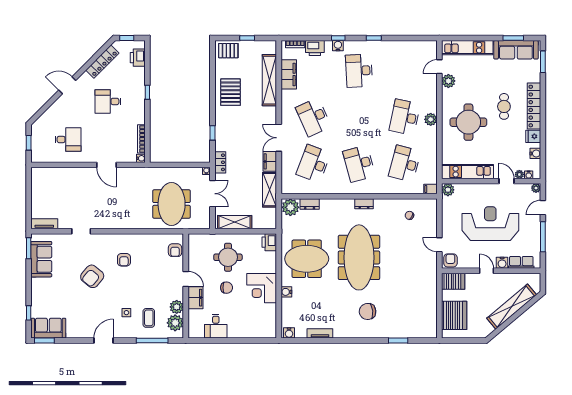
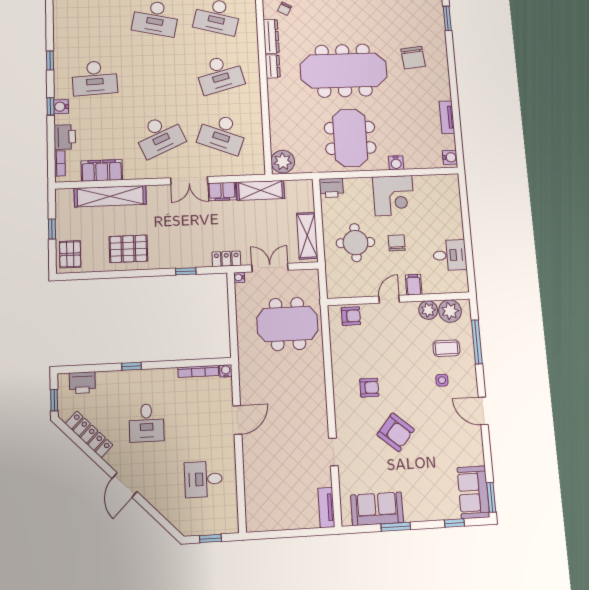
desk: (68, 139) -> (203, 479), turned -90
dresser: (310, 204) -> (271, 36), moved, width x1.44
window: (29, 248) -> (396, 527), moved
filing cabinet: (195, 298) -> (414, 285), width x0.50

